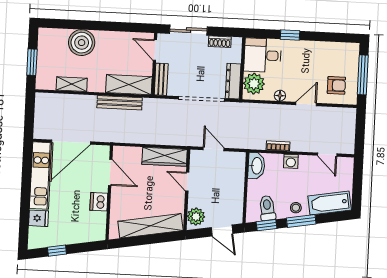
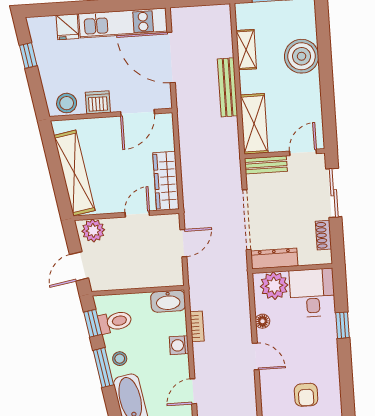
armchair: (336, 85) -> (306, 395), moved
bench: (120, 103) -> (228, 87), moved
stool: (97, 226) -> (67, 103), added

